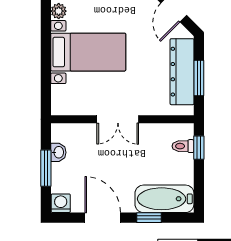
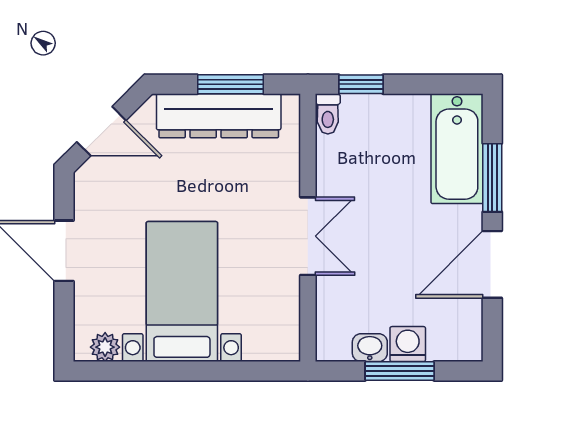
toilet: (183, 146) -> (328, 114), moved
washing machine: (61, 203) -> (408, 344), moved, turned 90
window: (149, 218) -> (492, 178), width x1.50

